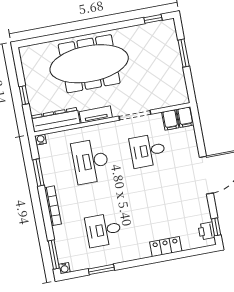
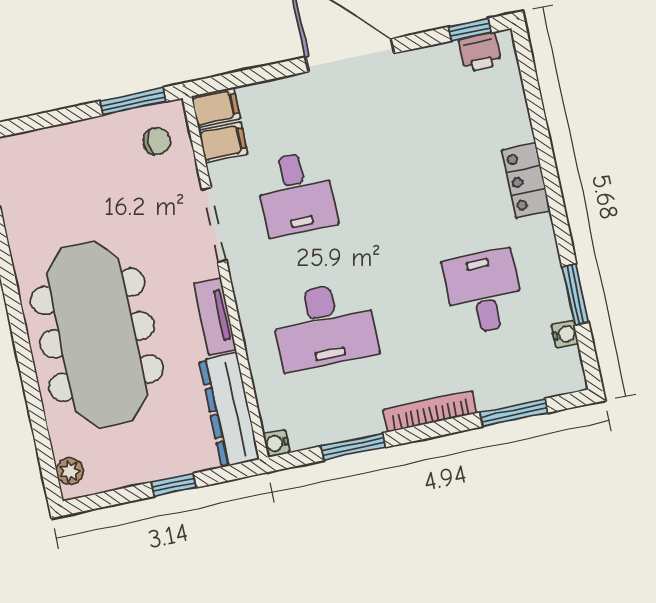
plant: (31, 51) -> (70, 471), added
window: (184, 53) -> (133, 101), moved
chair: (171, 91) -> (157, 141), added
desk: (103, 230) -> (483, 292), turned 180
locker: (166, 247) -> (526, 181), moved
window: (54, 254) -> (514, 413), moved
water cooler: (64, 268) -> (565, 334), moved

